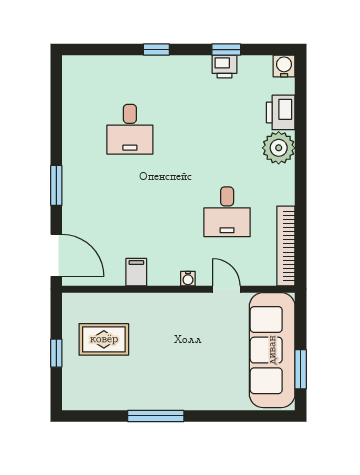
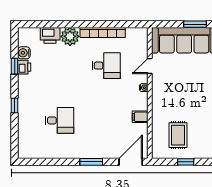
water cooler: (284, 66) -> (24, 53), moved
bookcase: (286, 246) -> (103, 32), moved

